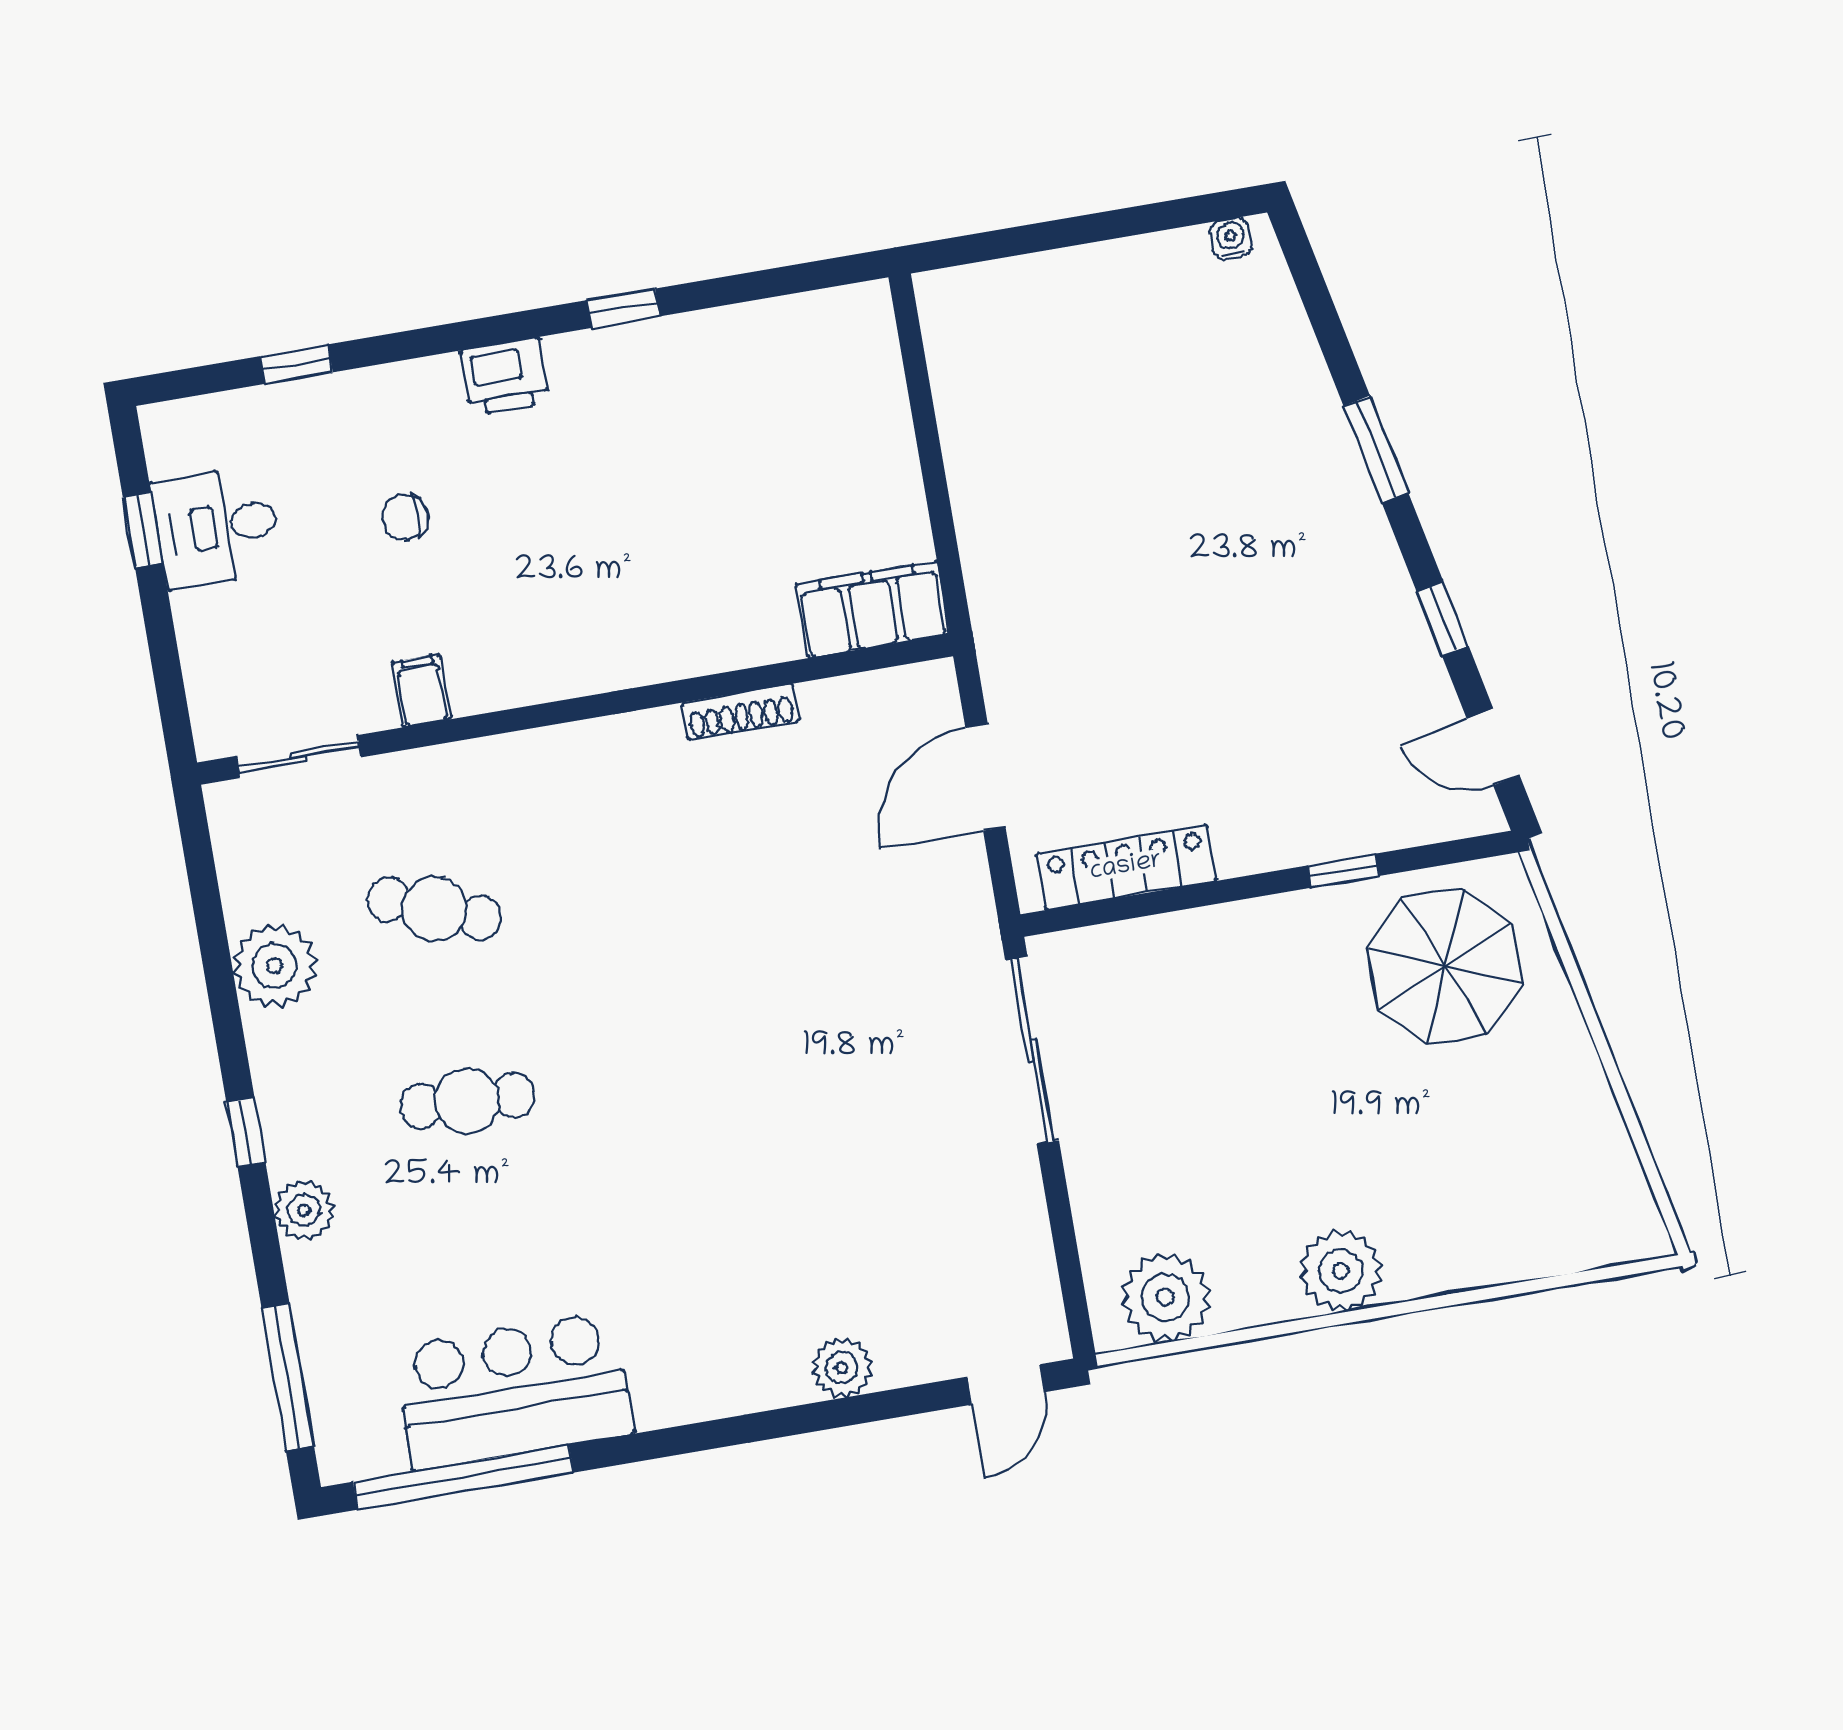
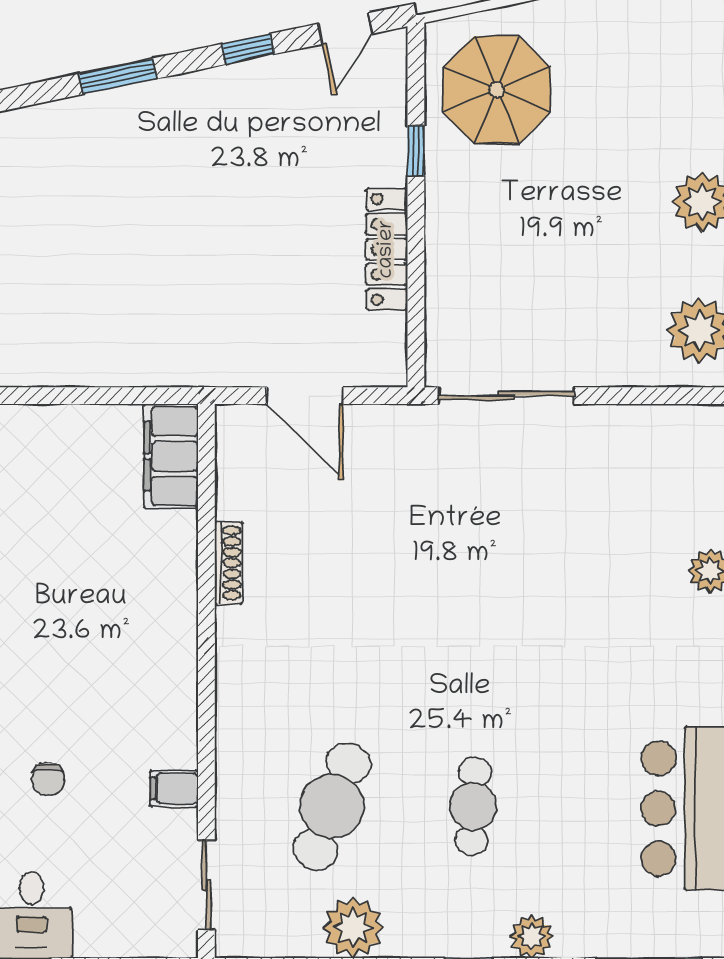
locker: (1126, 867) -> (387, 249), moved
cafe table: (434, 909) -> (332, 806), width x1.37, depth x1.35

